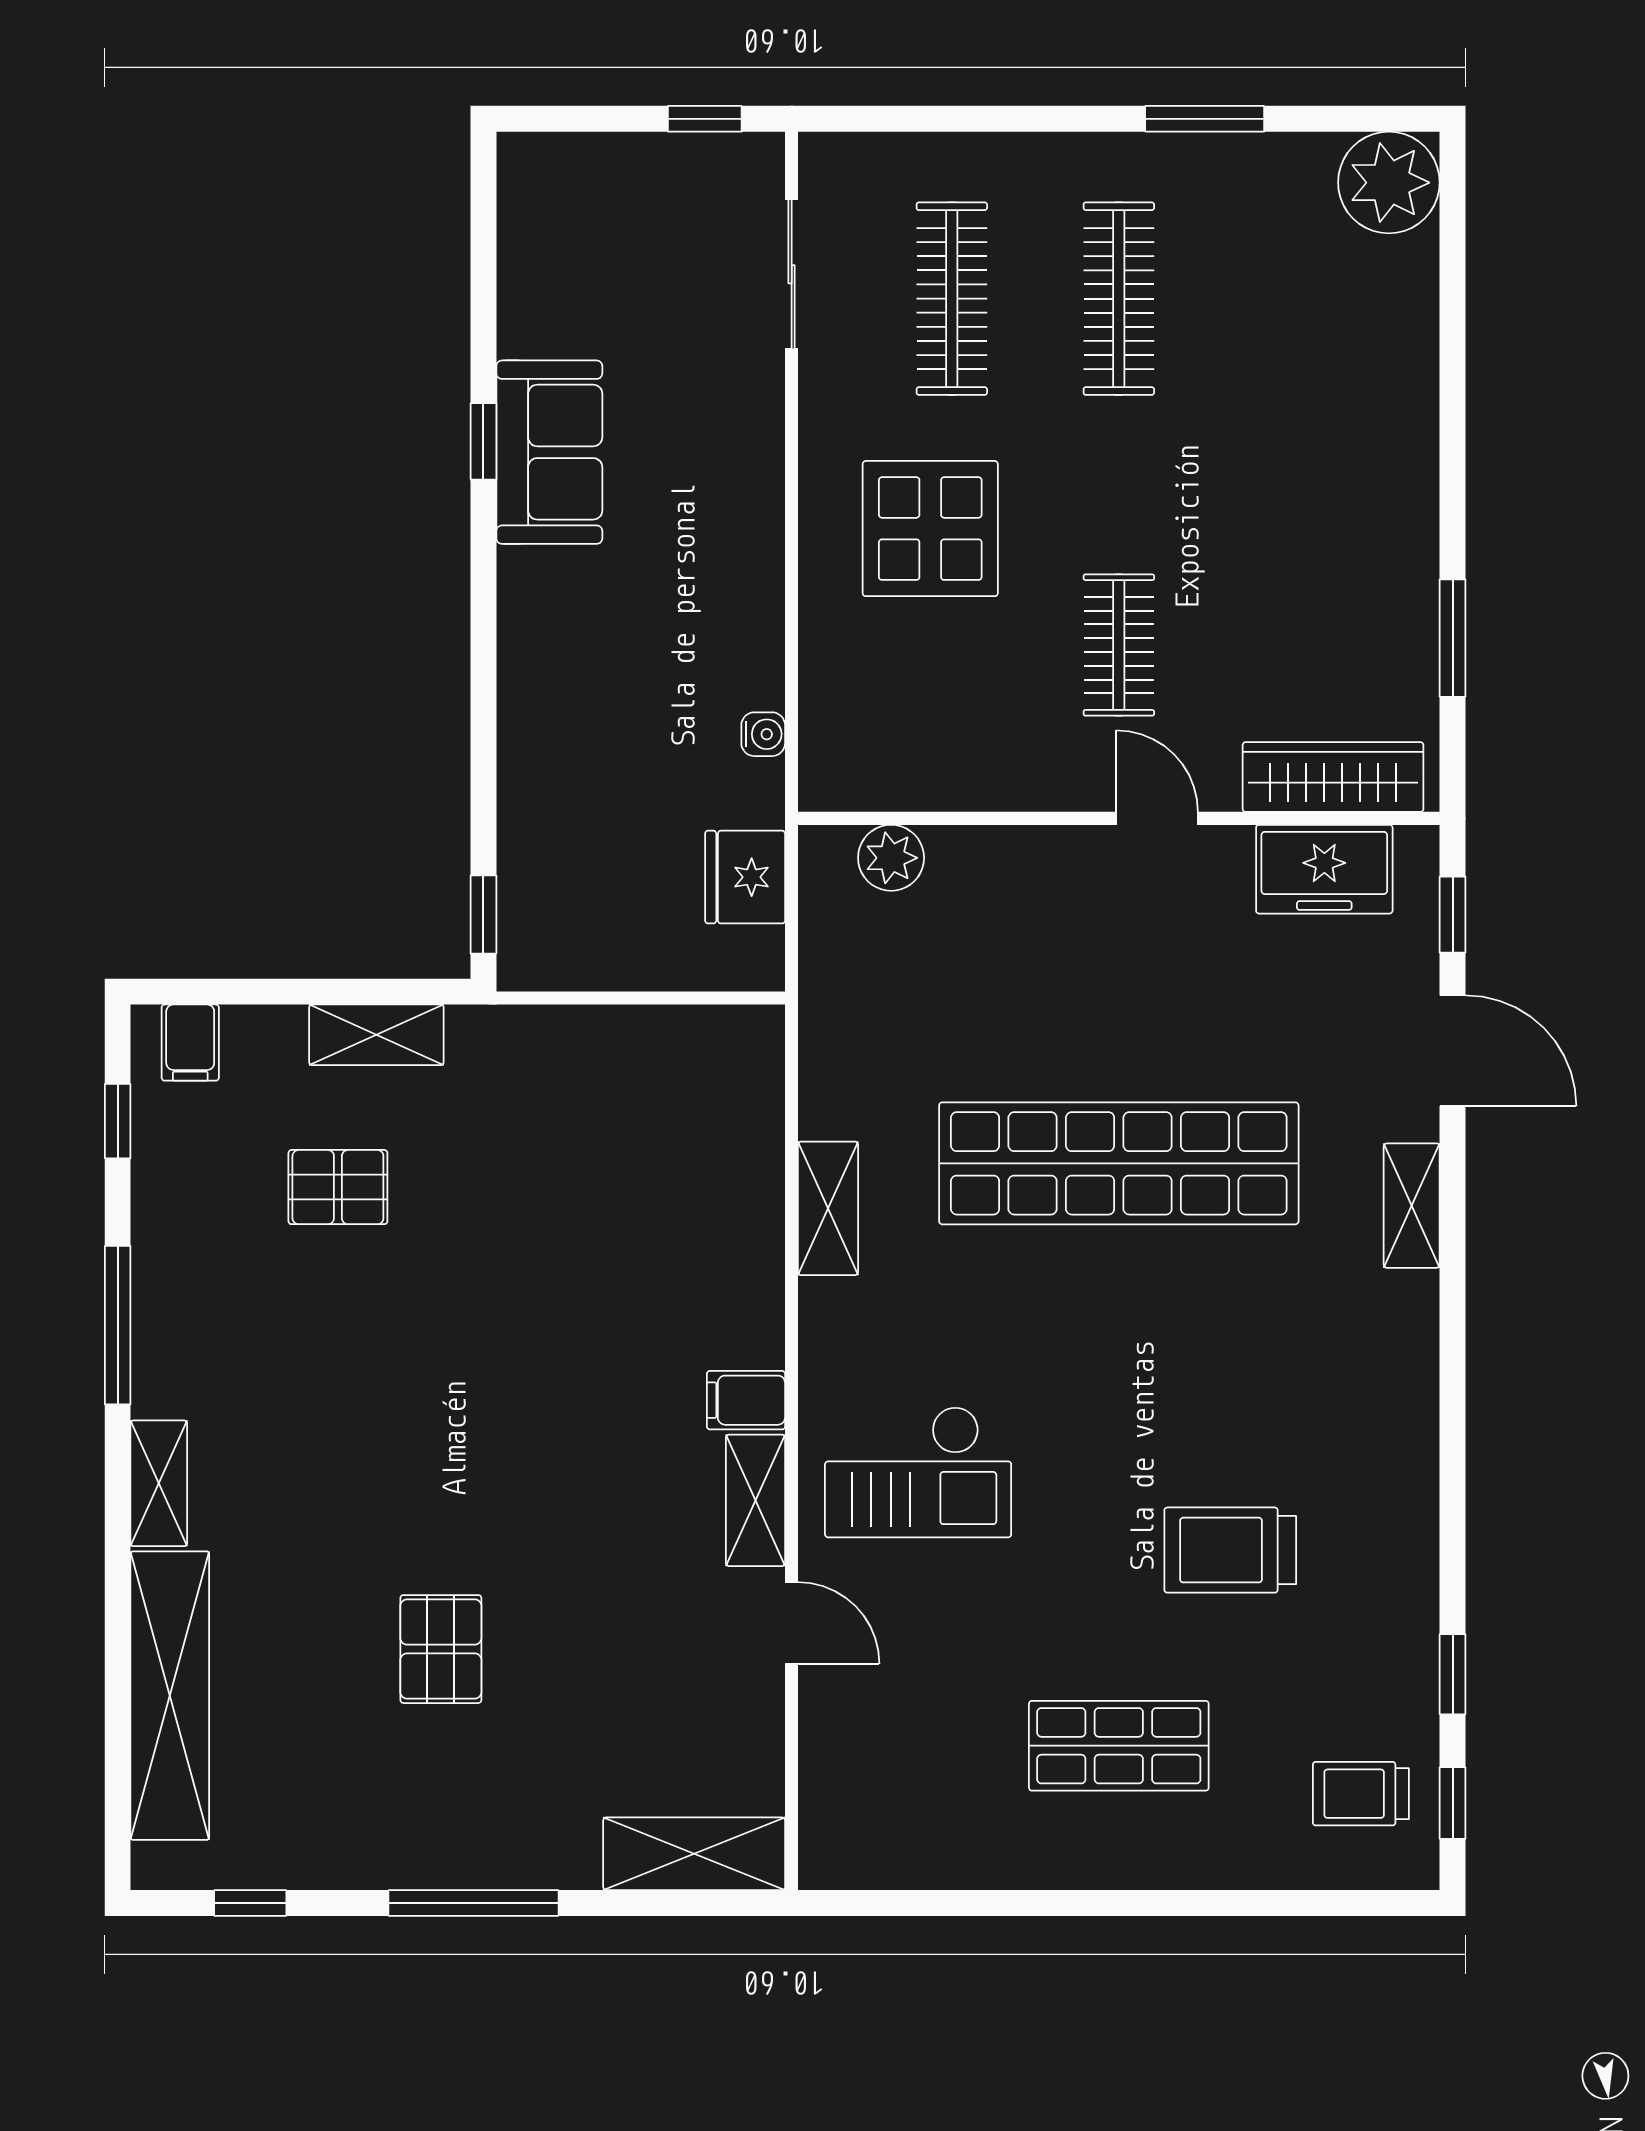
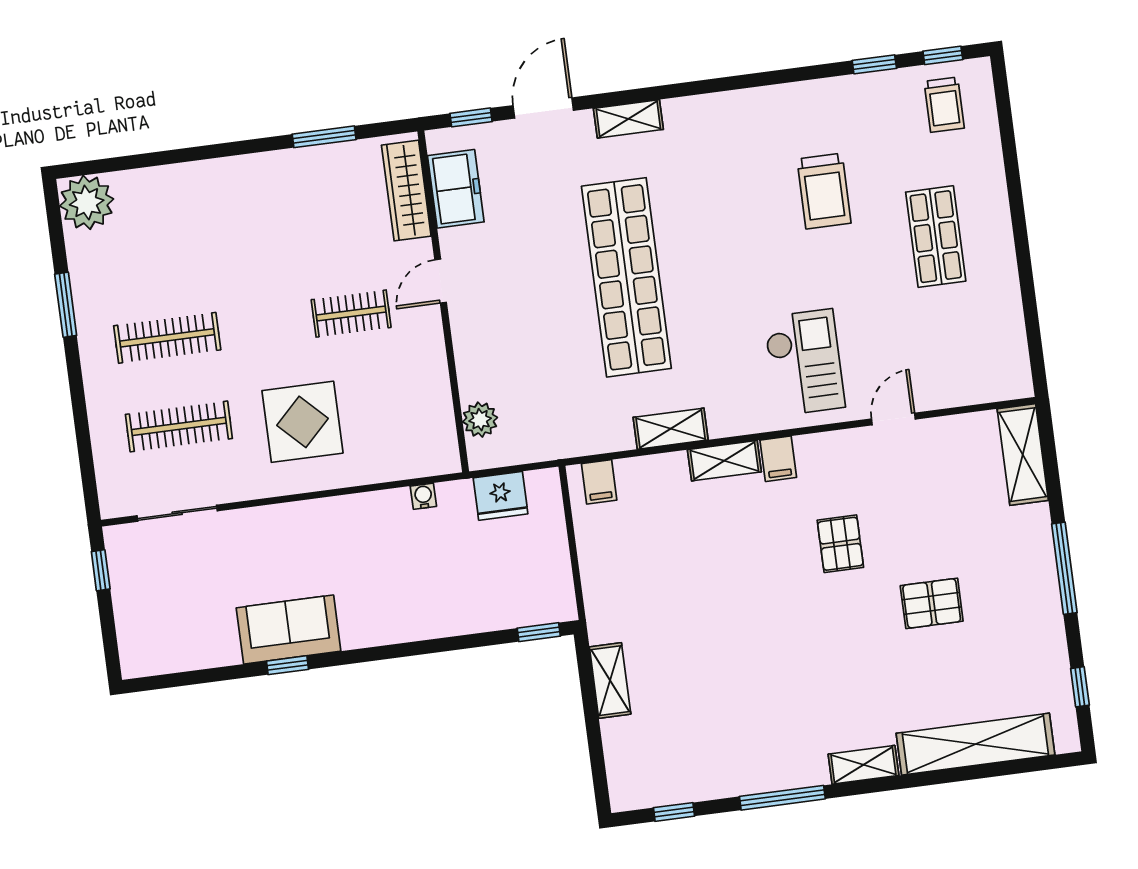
filing cabinet: (190, 1043) -> (599, 482), moved, turned 90
pallet: (338, 1187) -> (840, 544), moved
shelving: (756, 1500) -> (724, 461), moved

